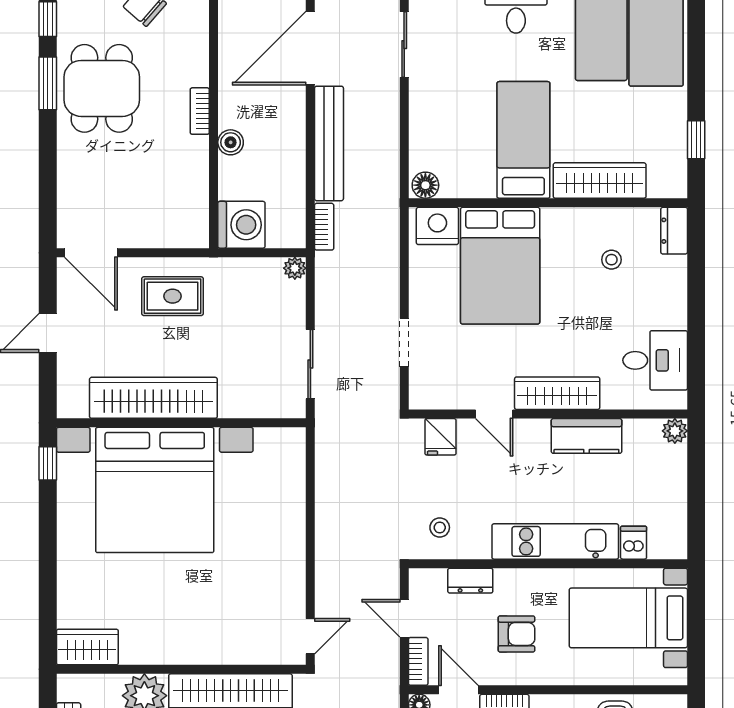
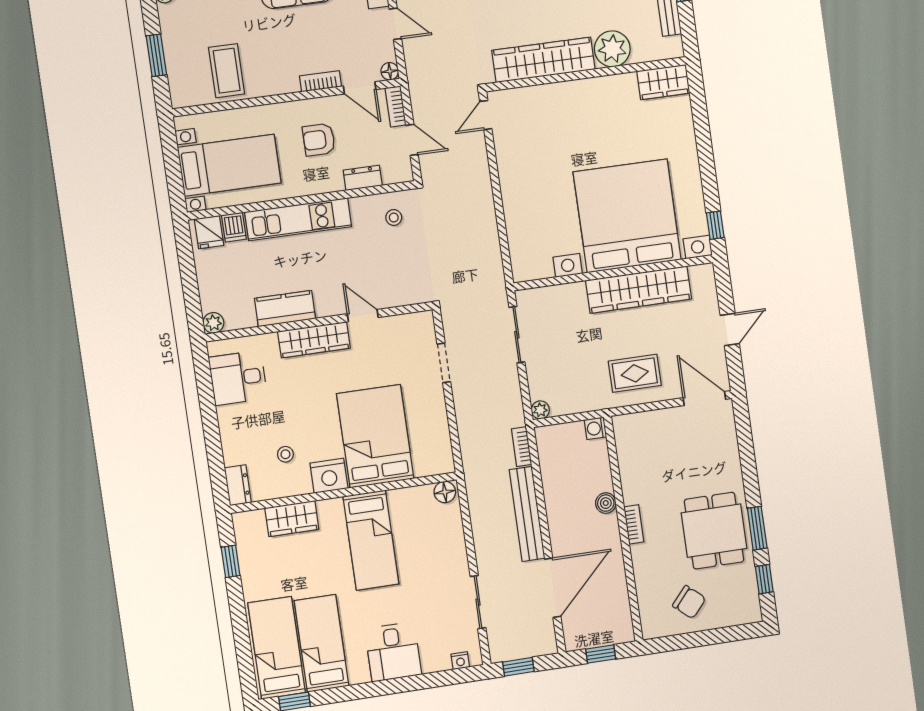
wardrobe: (600, 181) -> (292, 519), width x0.67
washing machine: (241, 225) -> (595, 428), width x0.53, depth x0.53
nightstand: (437, 226) -> (329, 476), moved
fridge: (440, 437) -> (209, 232), moved, turned 180

